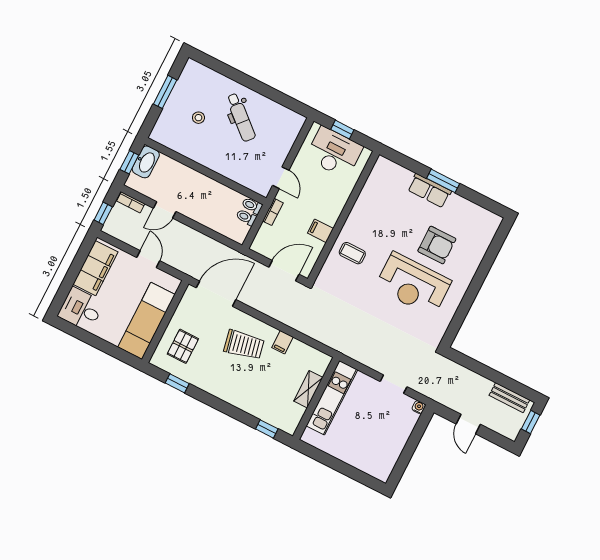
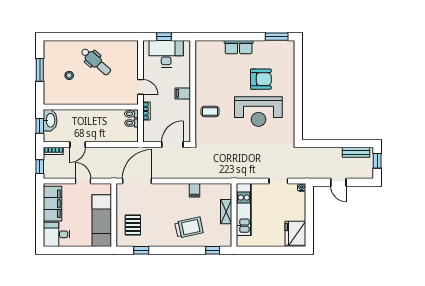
window: (443, 181) -> (277, 37), moved
filing cabinet: (320, 231) -> (183, 93), moved
trolley: (244, 345) -> (189, 227), moved
fridge: (381, 461) -> (295, 233), added

